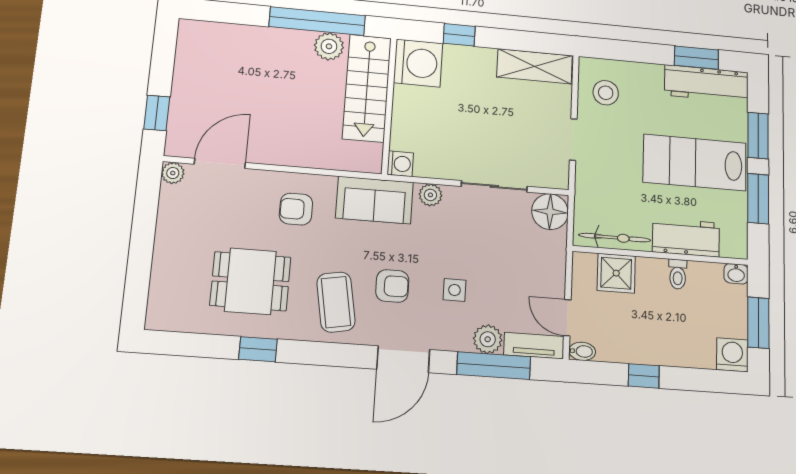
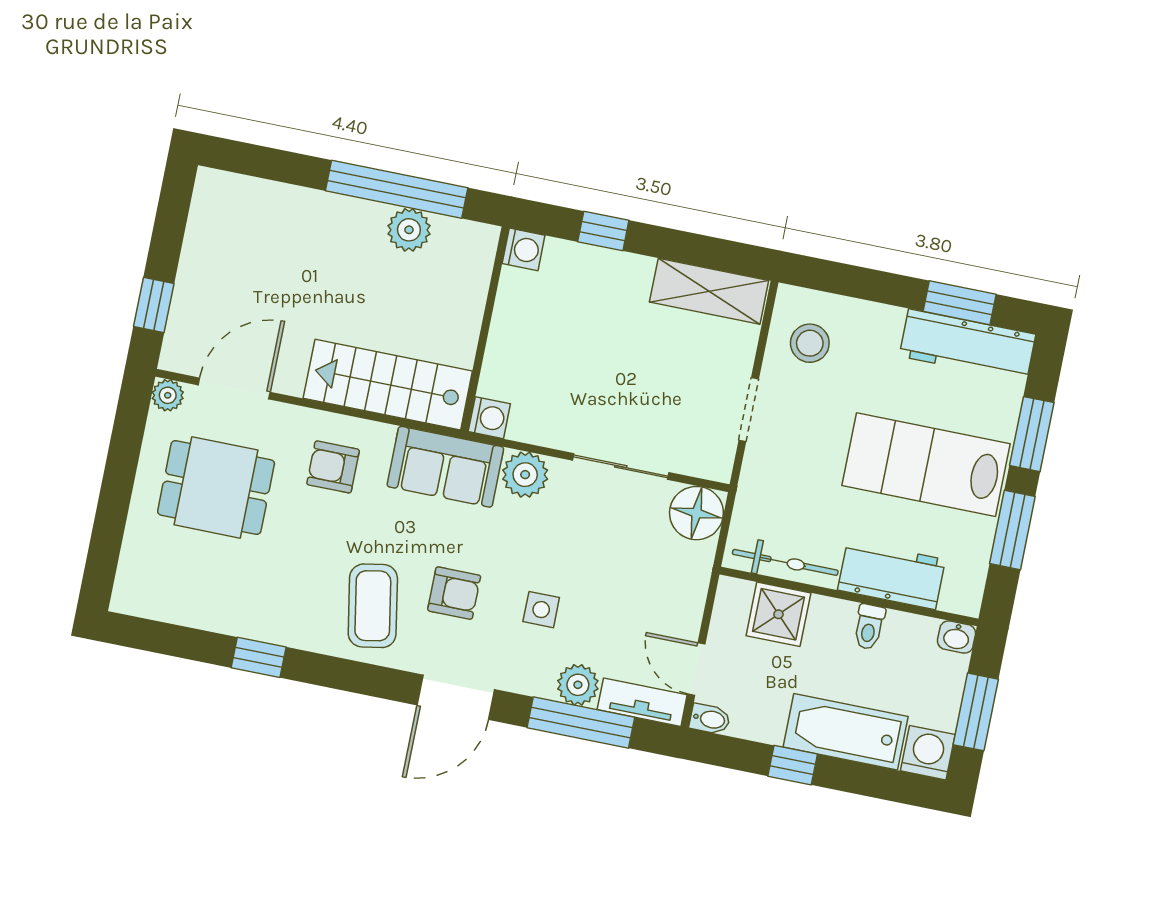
washing machine: (418, 63) -> (524, 249), width x0.53, depth x0.53
stairs: (367, 88) -> (388, 385), moved, turned 90
plant: (430, 195) -> (525, 475), width x1.38, depth x1.38
dining table: (250, 281) -> (216, 487), moved
bathtub: (675, 348) -> (846, 732), added

